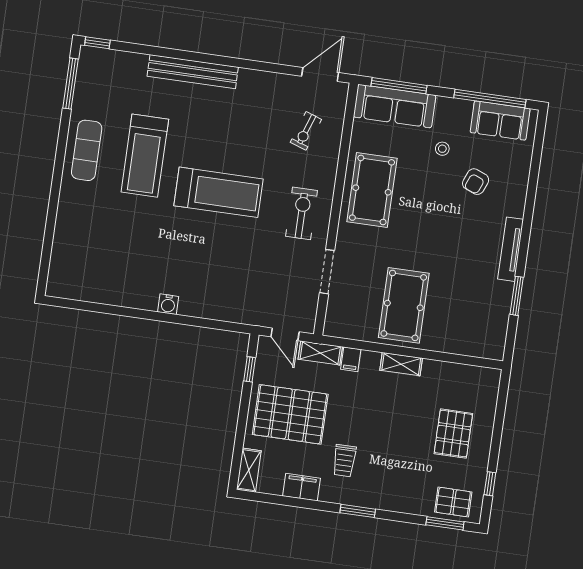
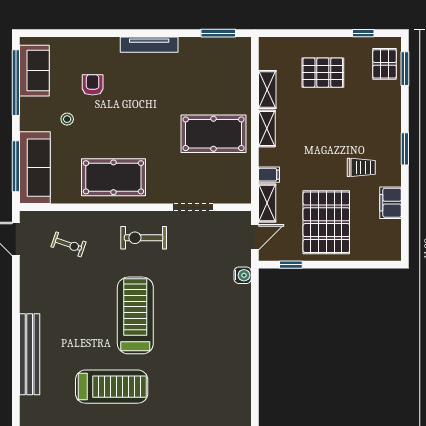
armchair: (476, 182) -> (93, 85), turned -112
window: (517, 296) -> (218, 33), moved
water cooler: (168, 304) -> (243, 275), moved
shelving: (249, 470) -> (267, 89), moved, turned 90

